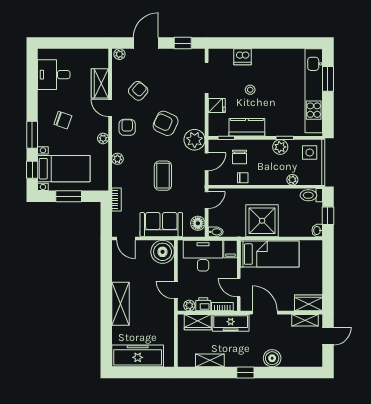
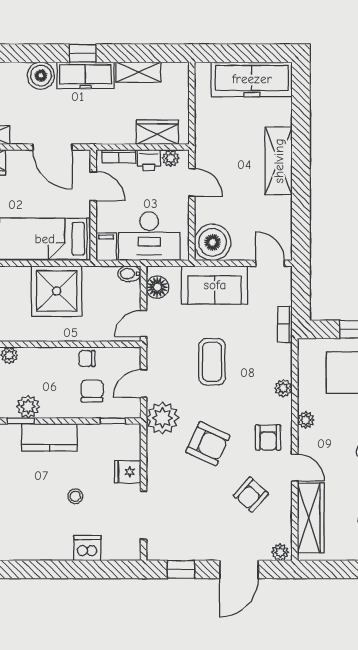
wardrobe: (100, 83) -> (311, 518), width x1.50
kitchen counter: (247, 127) -> (49, 437), moved
freezer: (231, 323) -> (85, 75), moved, turned 180

